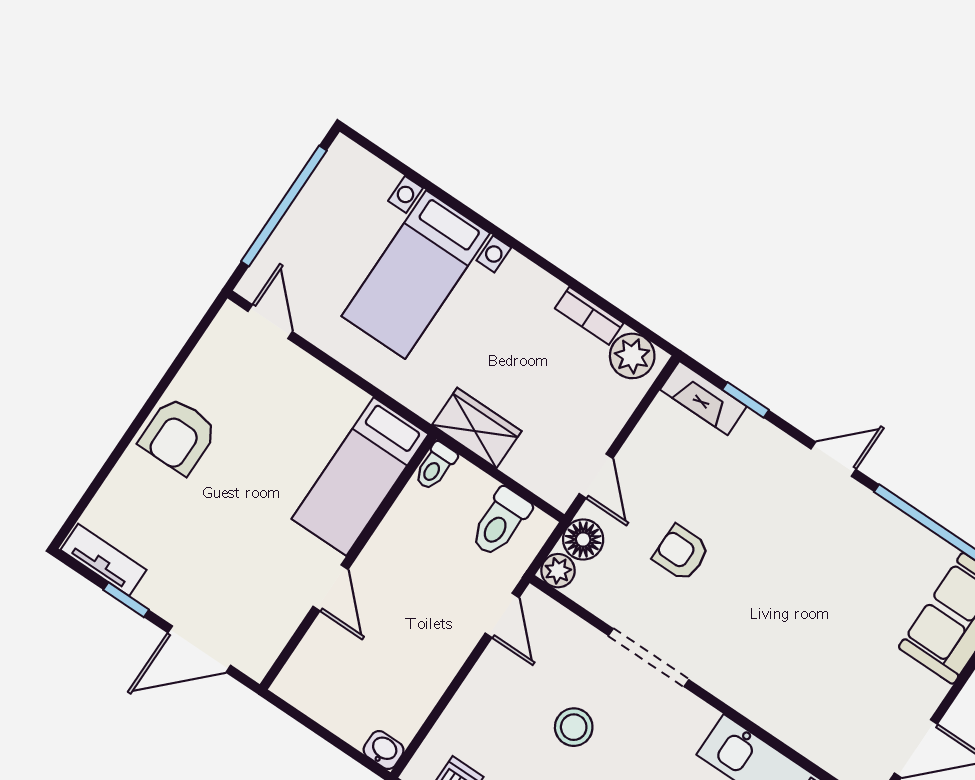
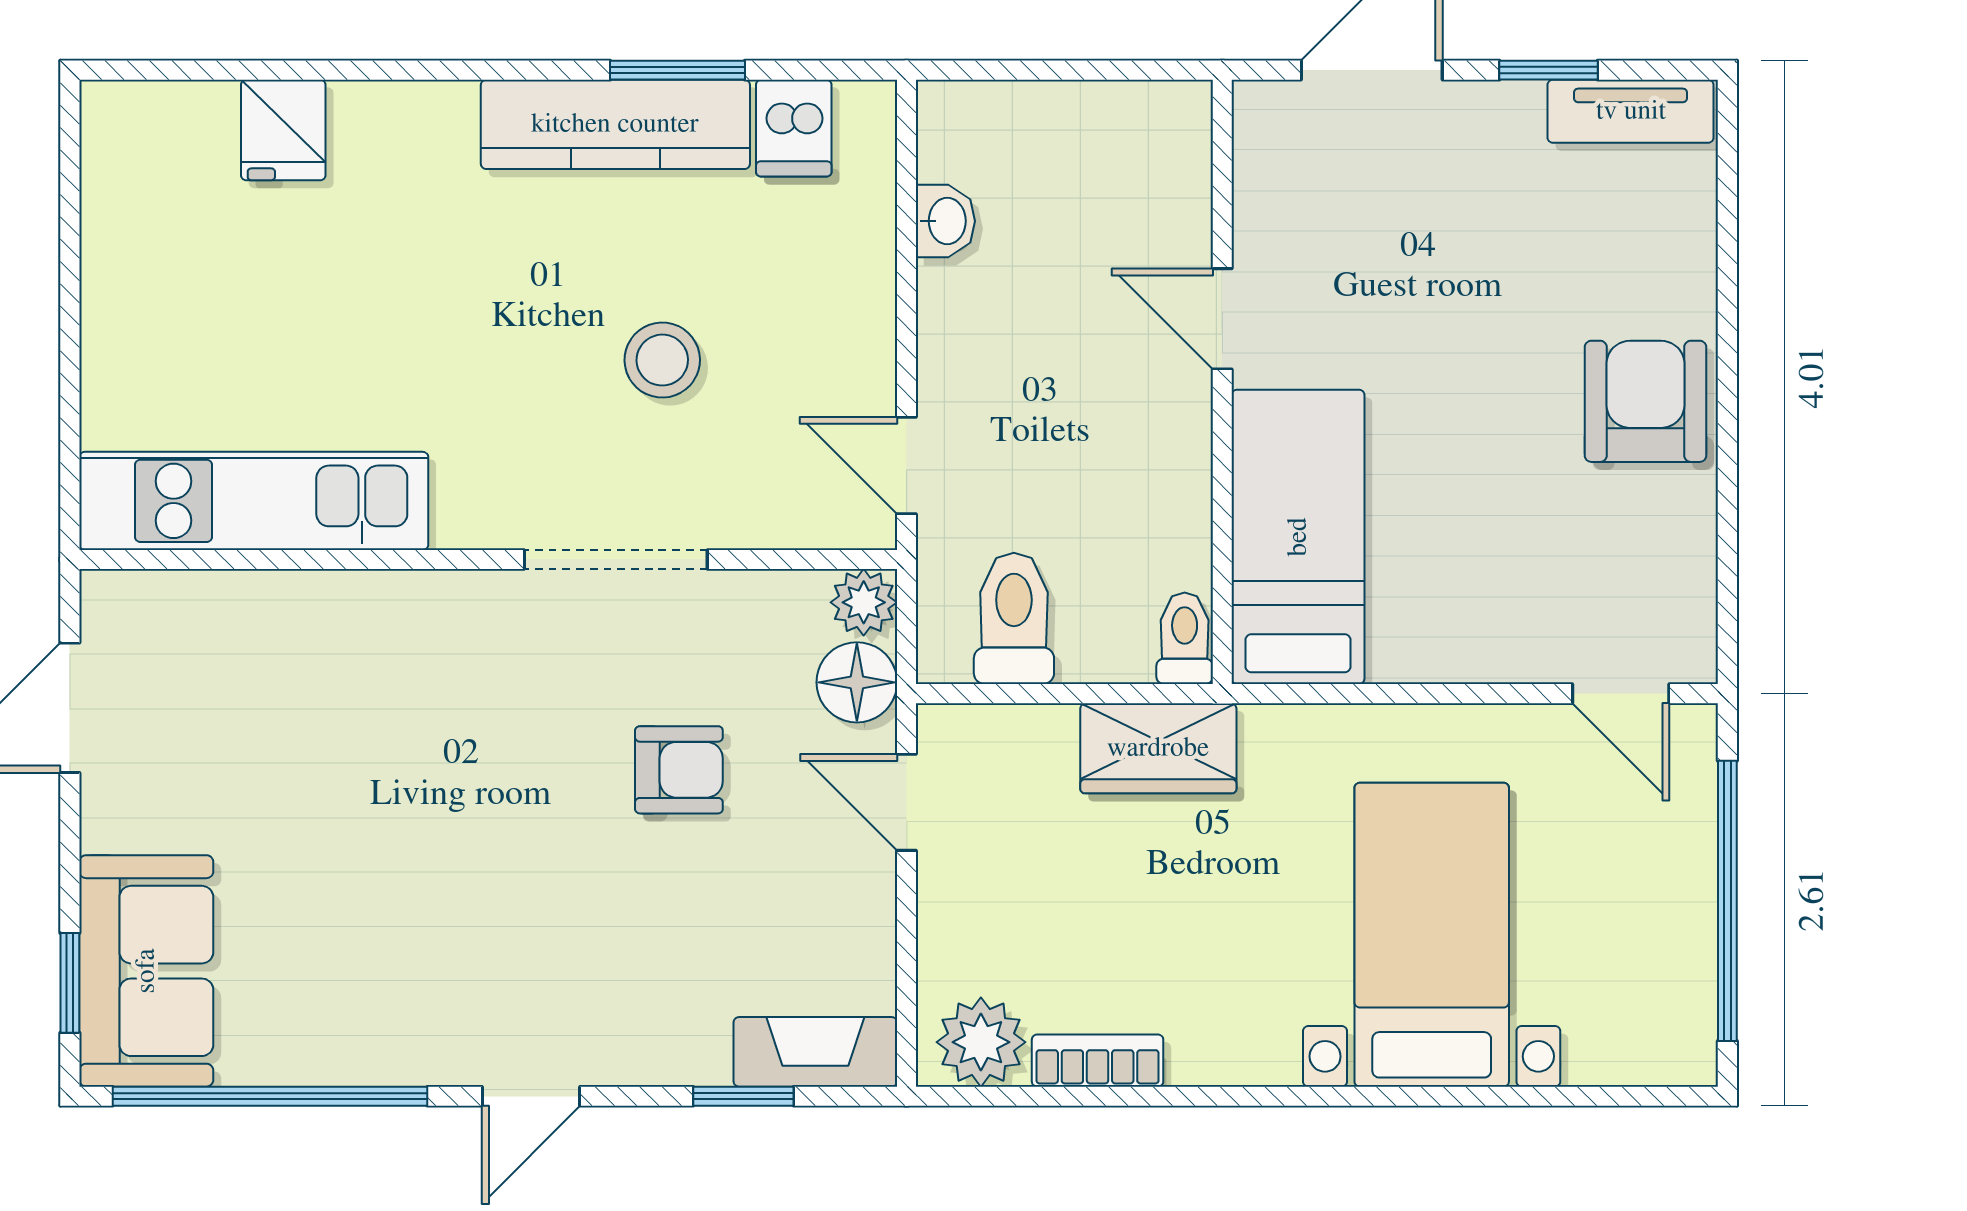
washbasin: (384, 750) -> (945, 221), moved, turned -90

